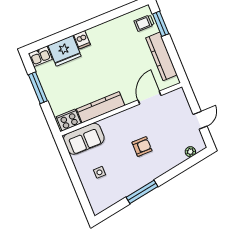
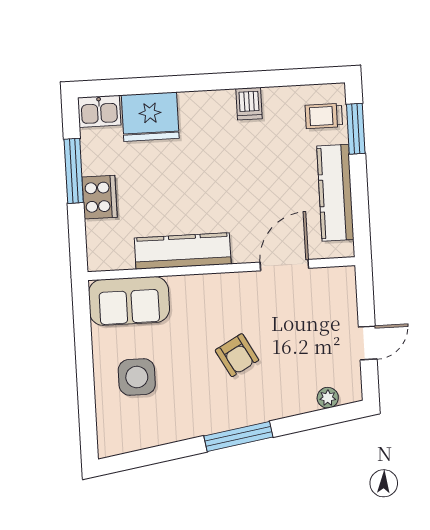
dishwasher: (82, 40) -> (249, 104), moved
cooker: (69, 120) -> (100, 197), moved, turned 90
armchair: (142, 147) -> (237, 355), turned 61
side table: (99, 172) -> (137, 377), width x1.87, depth x1.87
window: (142, 192) -> (238, 437), moved

